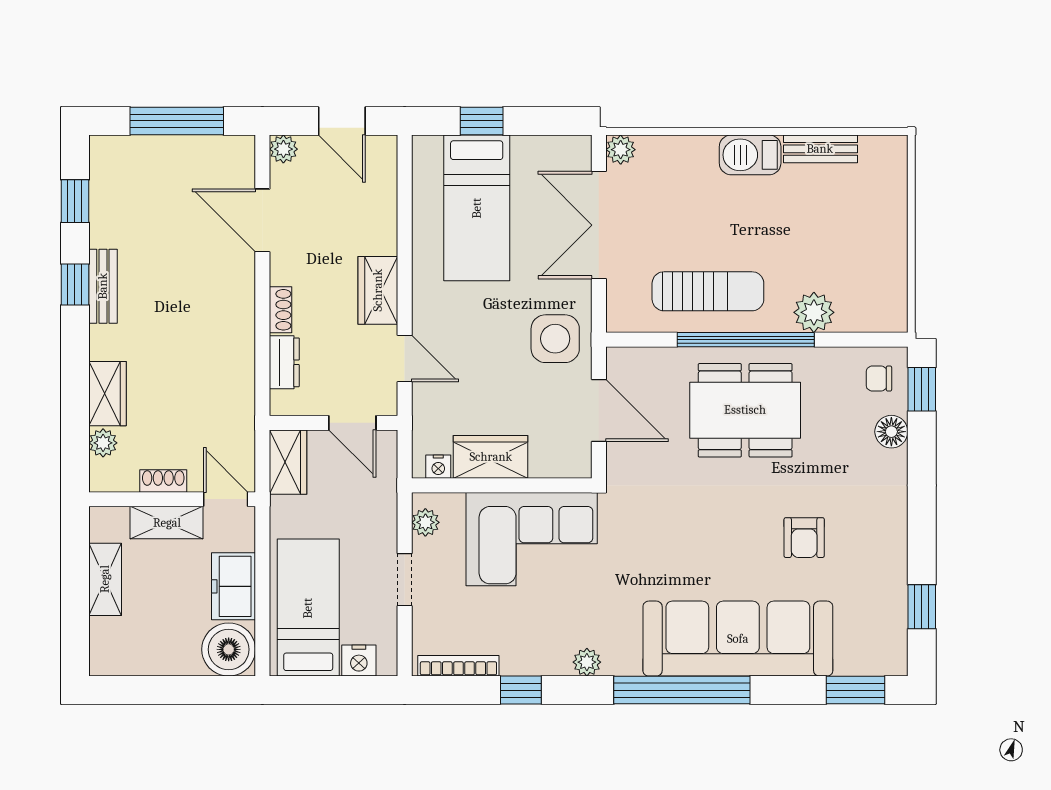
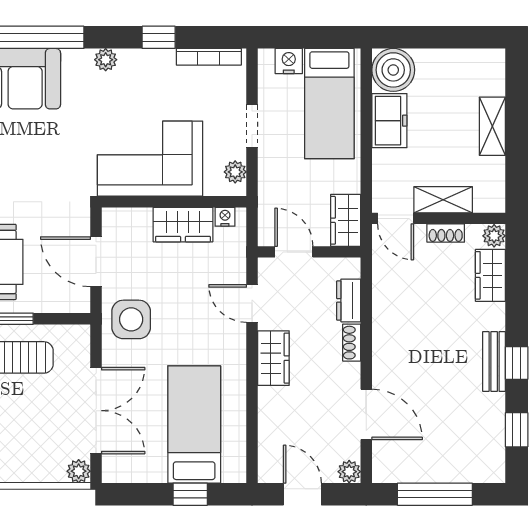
shoe rack: (163, 481) -> (446, 233), moved
wall: (172, 499) -> (439, 218), moved
door: (226, 499) -> (396, 218), moved
shelving: (167, 523) -> (443, 200), moved

